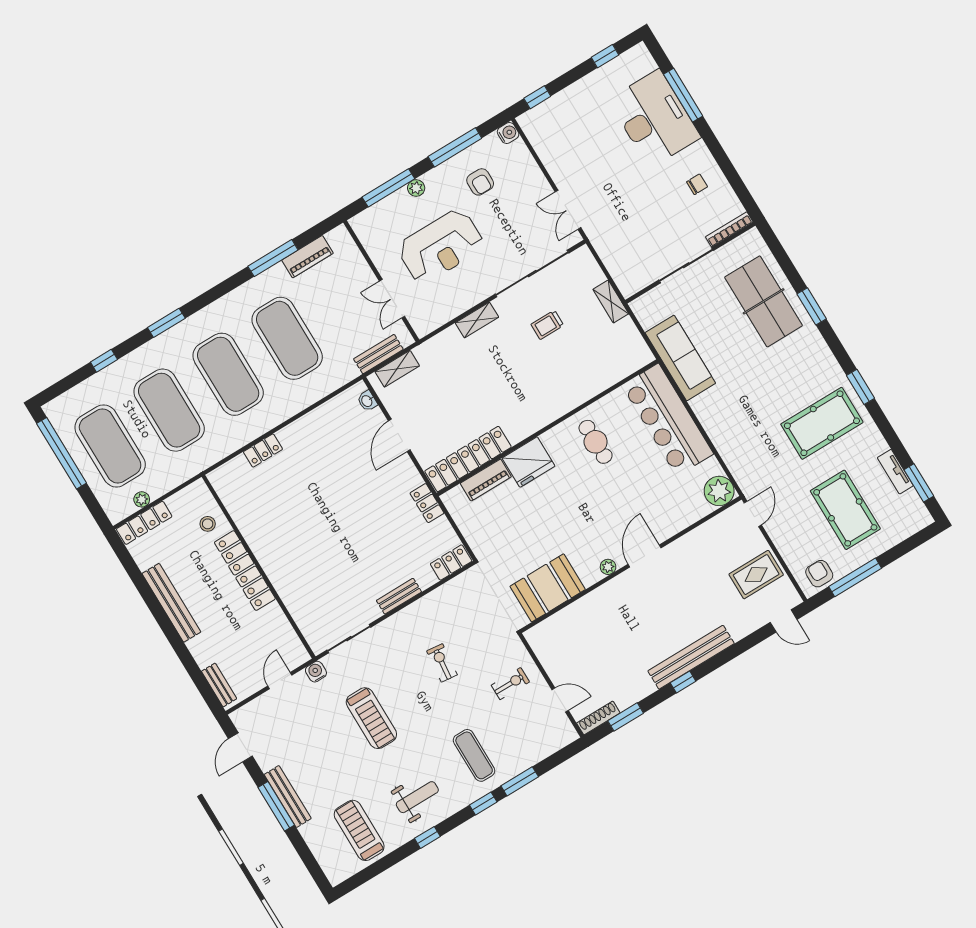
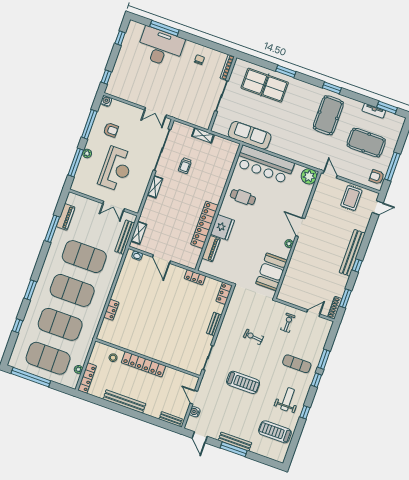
bench: (378, 354) -> (125, 237), width x1.36
locker: (468, 459) -> (204, 225), moved
water cooler: (316, 672) -> (195, 412), moved

